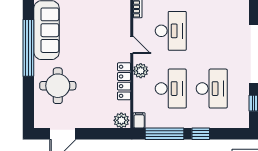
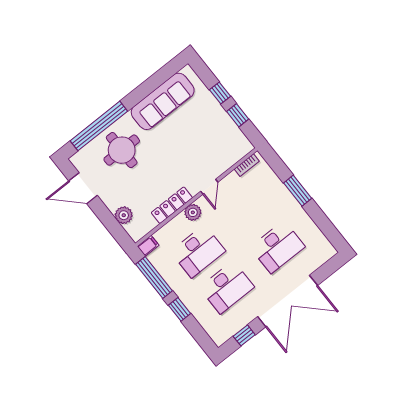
desk: (171, 31) -> (278, 247), moved
window: (28, 48) -> (99, 126), moved
plant: (121, 120) -> (124, 215), moved

